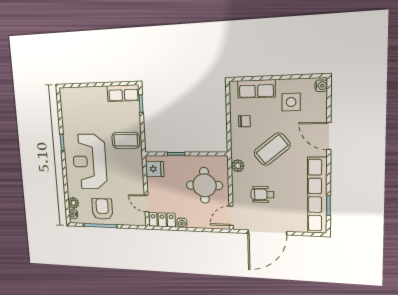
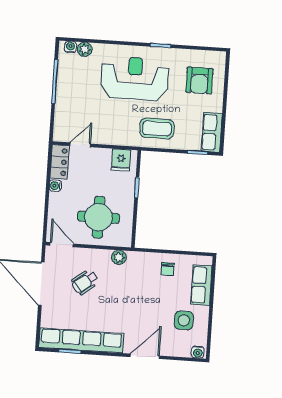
coffee table: (126, 140) -> (157, 128), turned 90
coffee table: (272, 149) -> (135, 297), removed
wheelchair: (262, 194) -> (85, 282), turned -127
armchair: (102, 209) -> (199, 81), moved, turned 90

